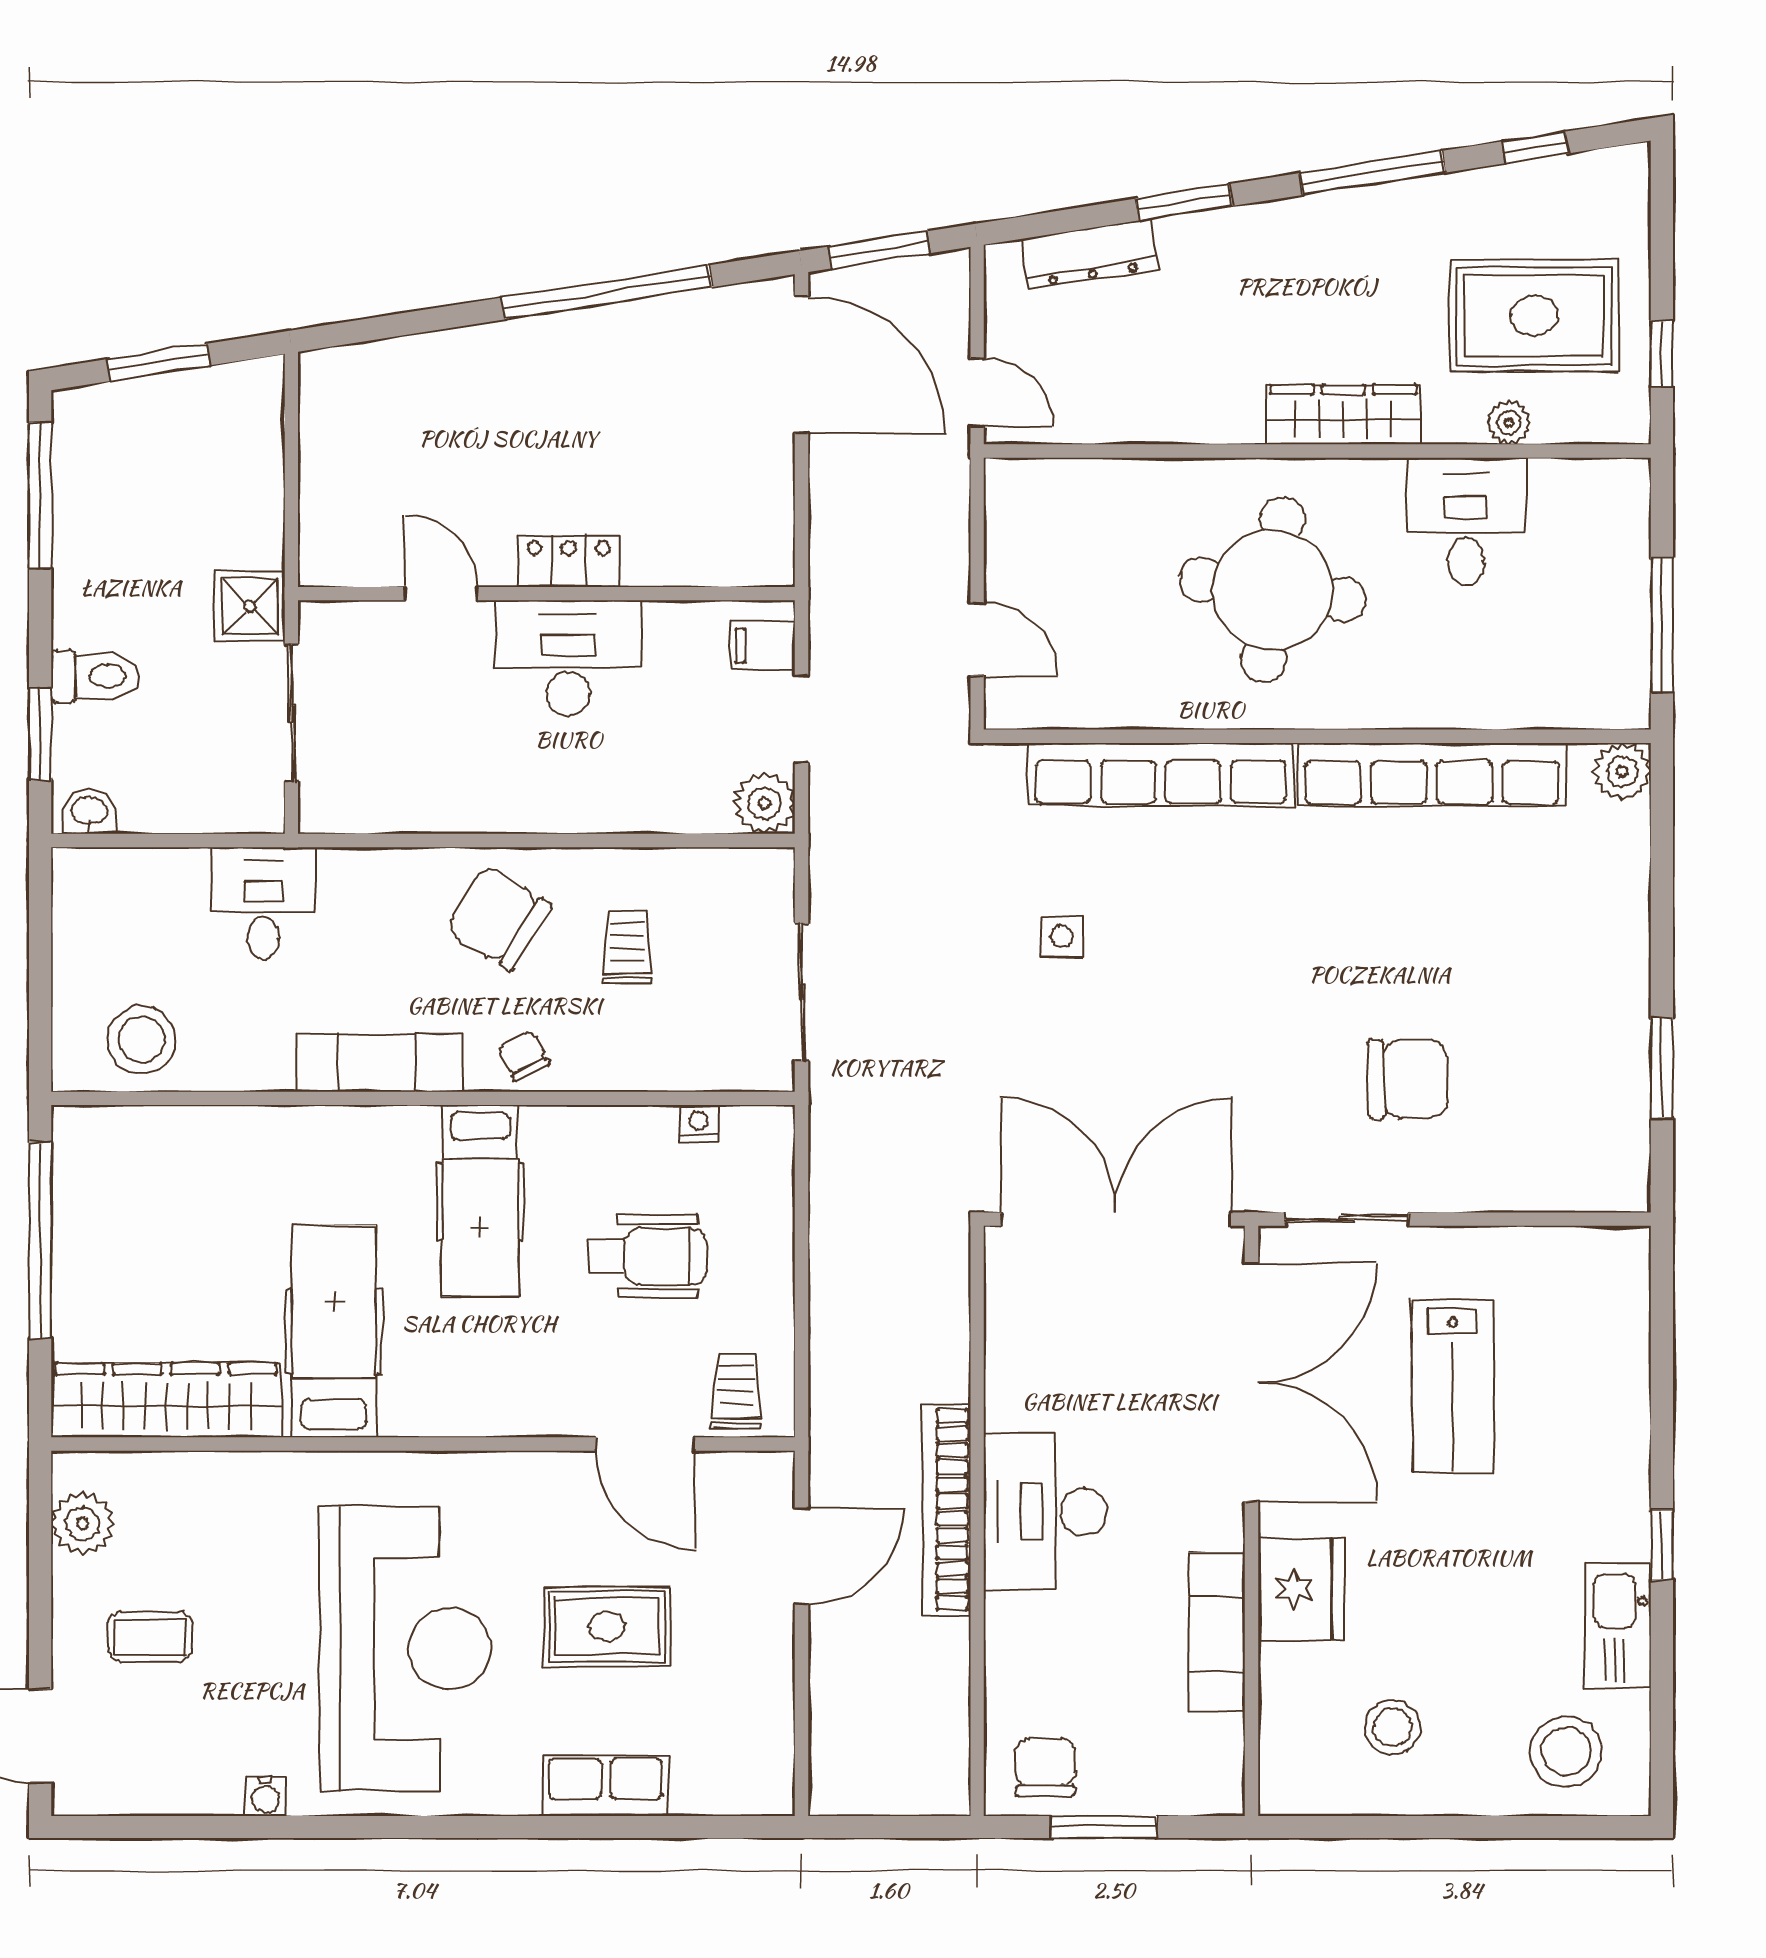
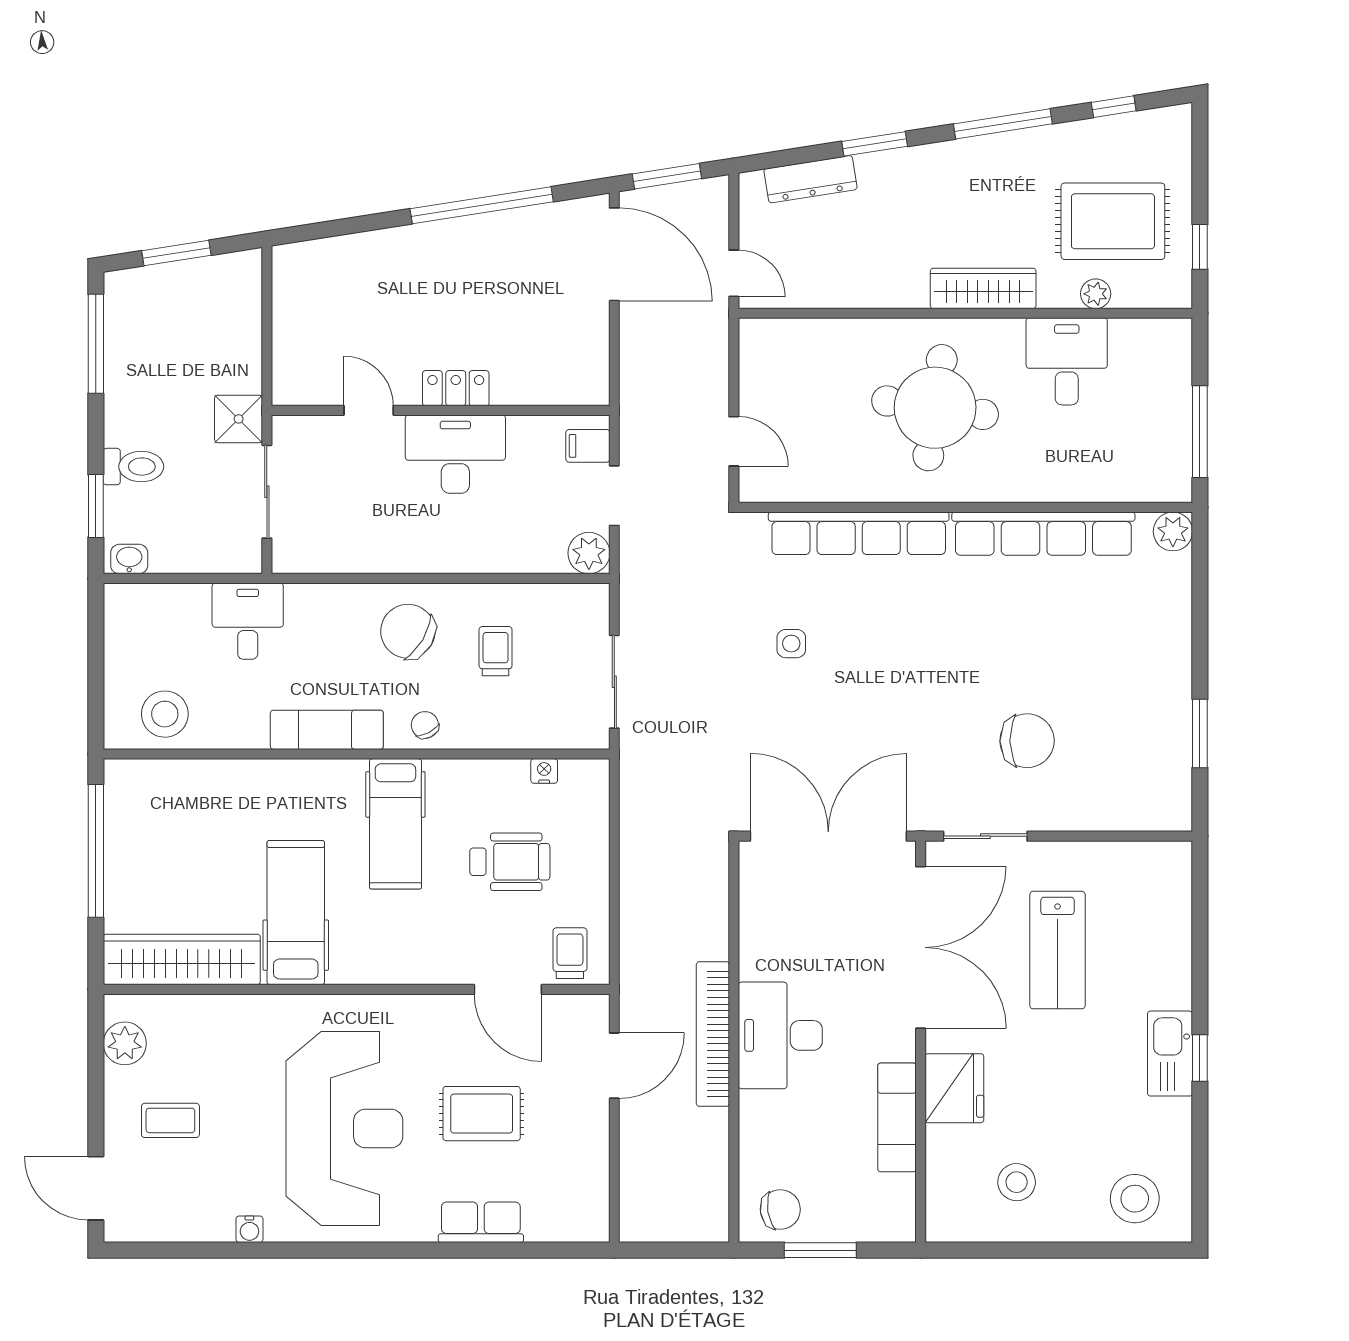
kitchen sink: (1618, 1626) -> (1170, 1054), moved
chair: (1045, 1767) -> (780, 1210), turned 81

